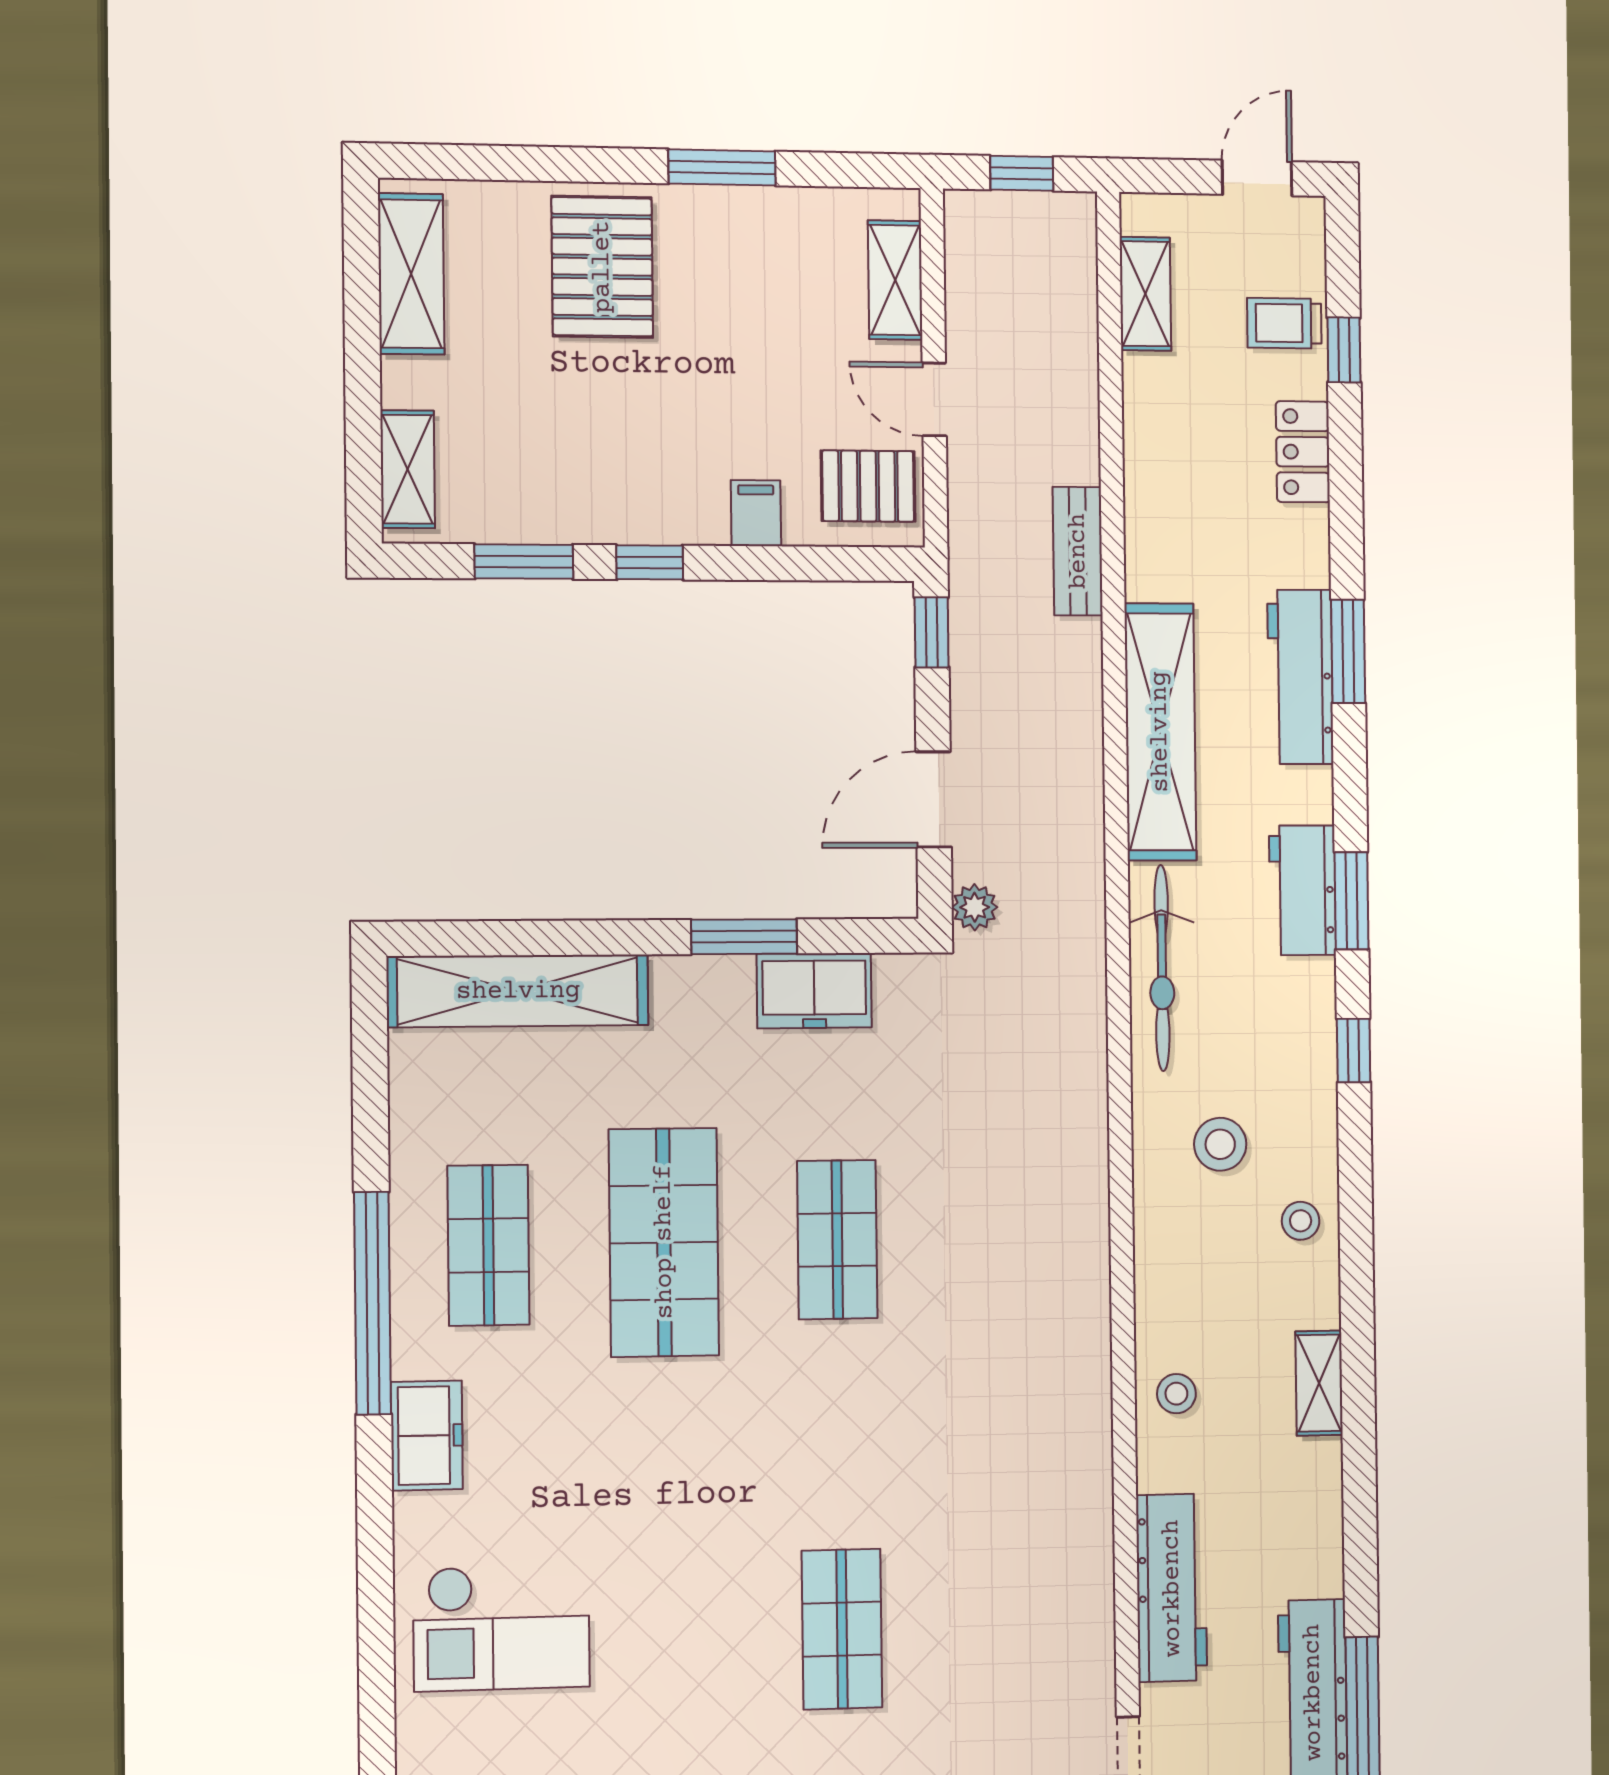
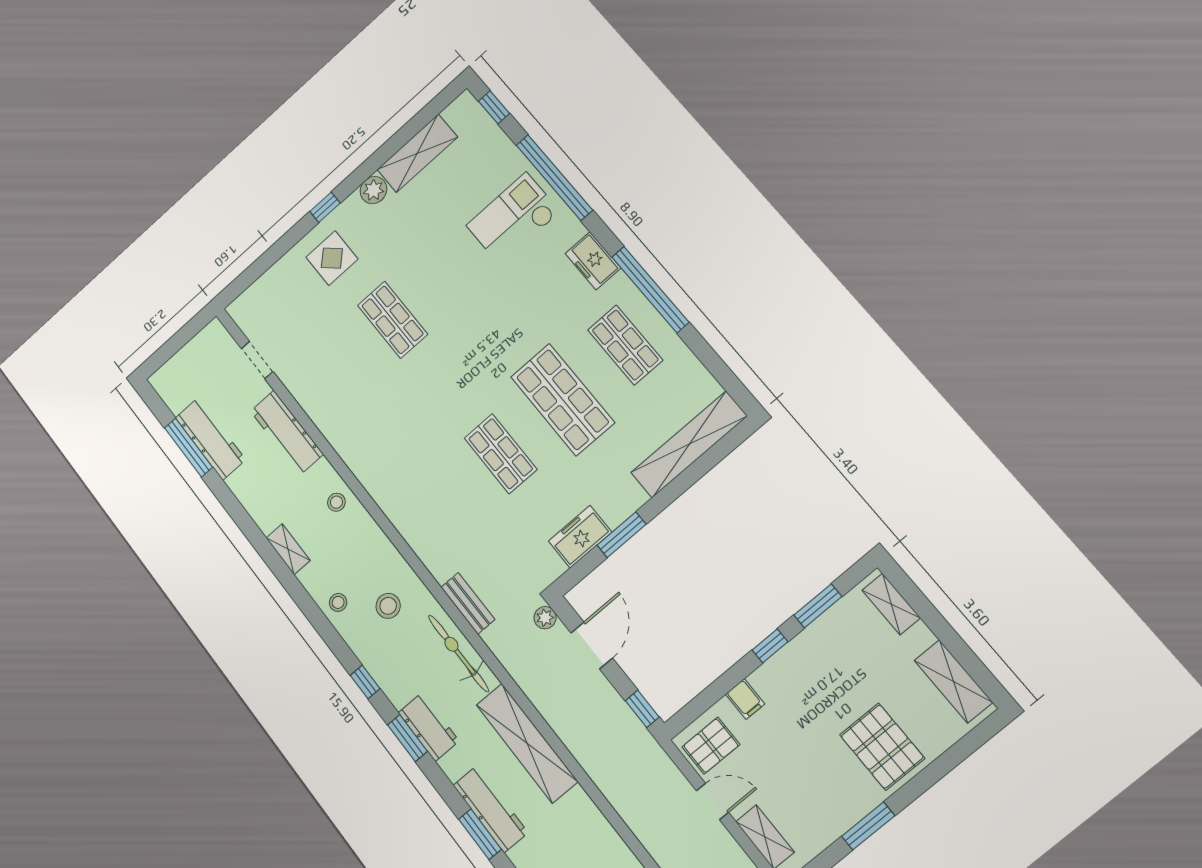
bench: (1078, 551) -> (468, 603), moved
window: (376, 1639) -> (554, 178), added

